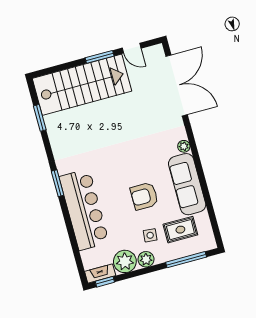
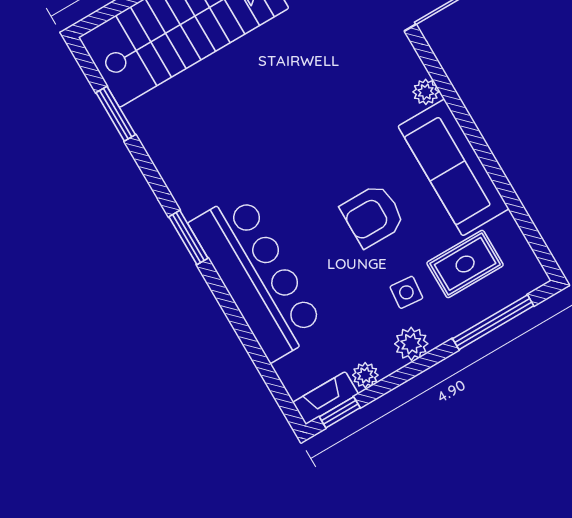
plant: (125, 261) -> (365, 375), width x0.53, depth x0.53

